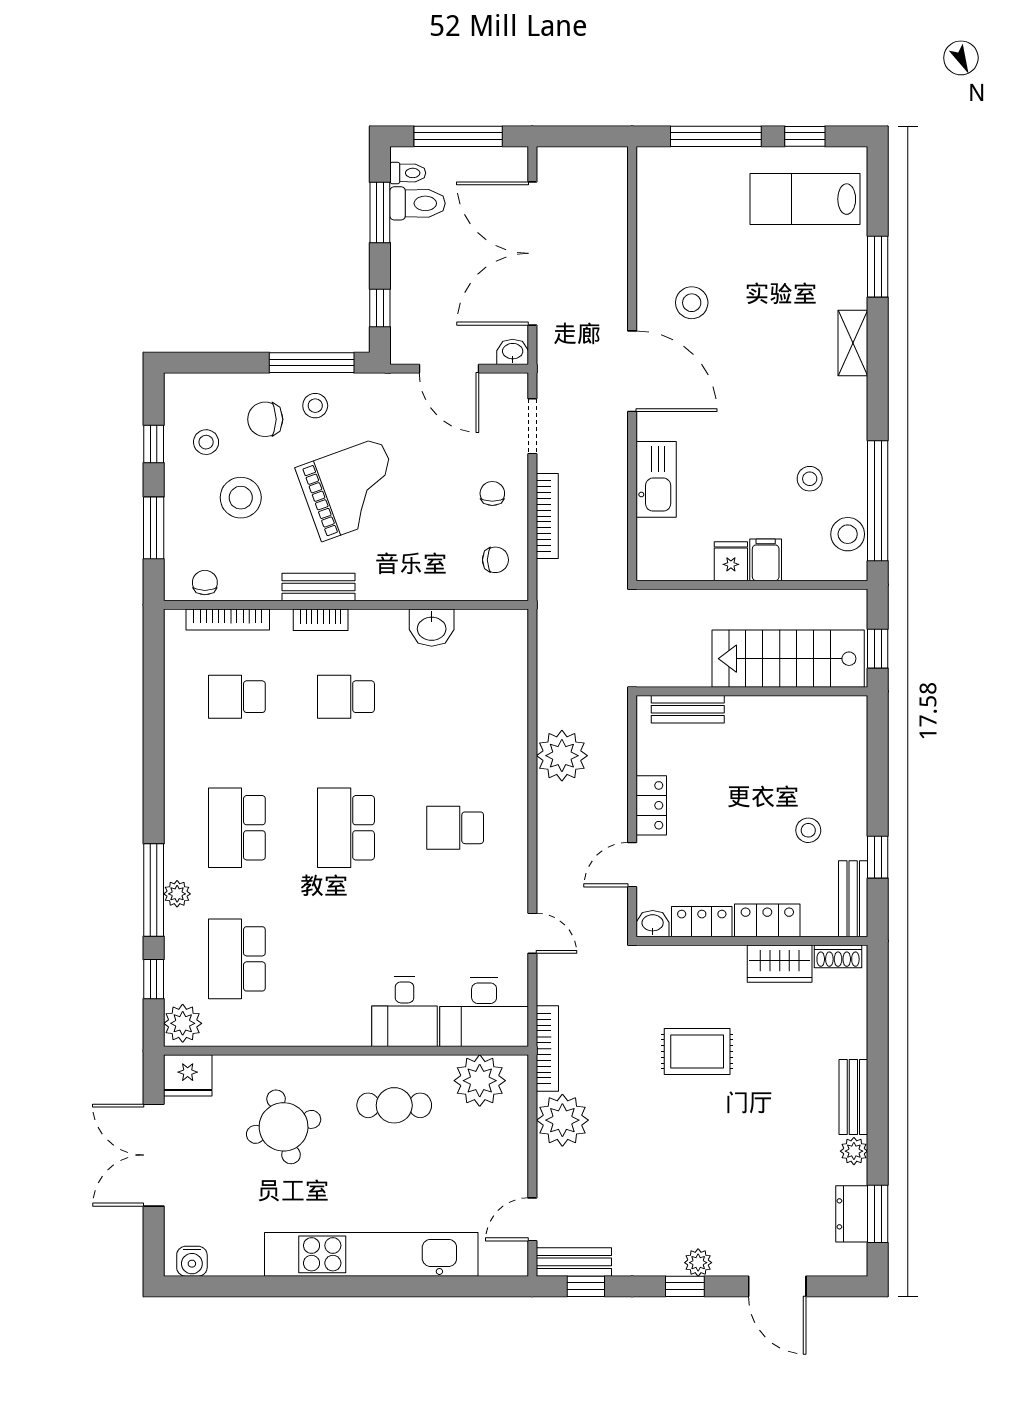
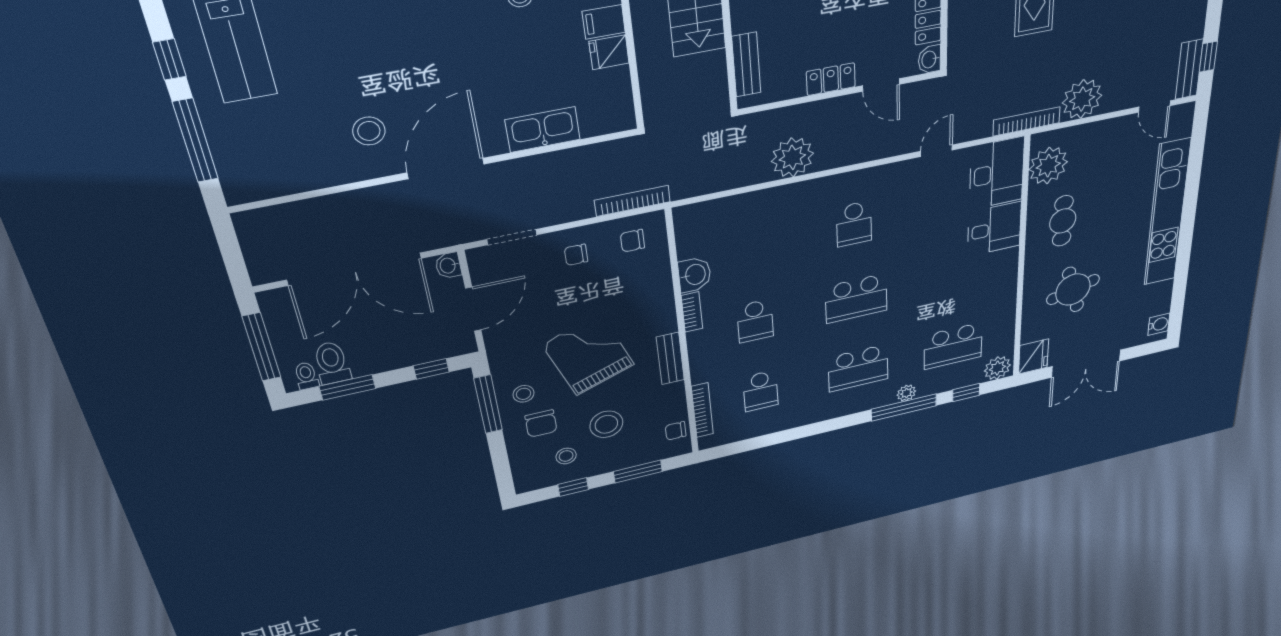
bookcase: (547, 516) -> (632, 201), moved
chair: (495, 560) -> (632, 241), turned -90
bookcase: (321, 620) -> (692, 312), moved

